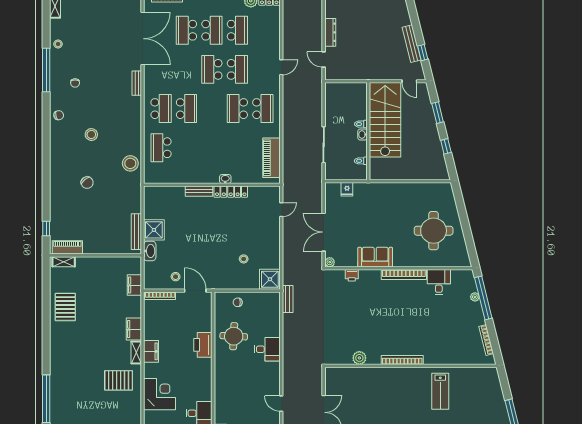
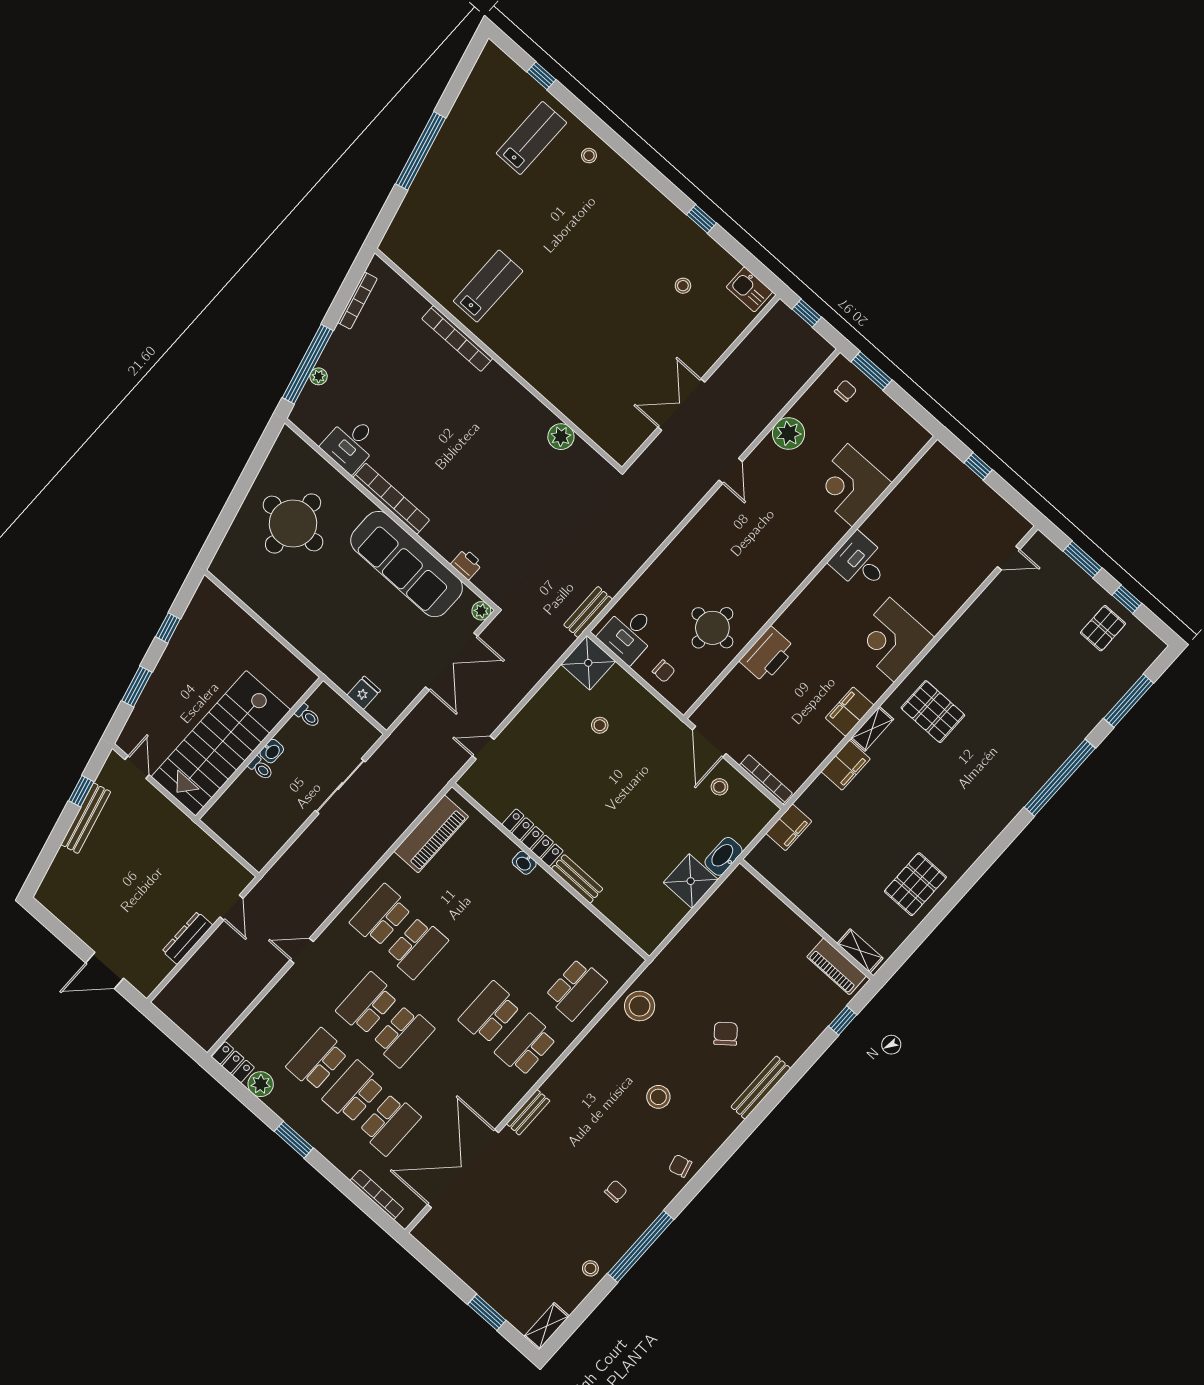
bench: (136, 232) -> (761, 1088), moved
sofa: (375, 257) -> (407, 564), width x1.85, depth x1.27
desk: (267, 349) -> (629, 634), moved, turned -90
bookcase: (402, 360) -> (457, 338), moved

